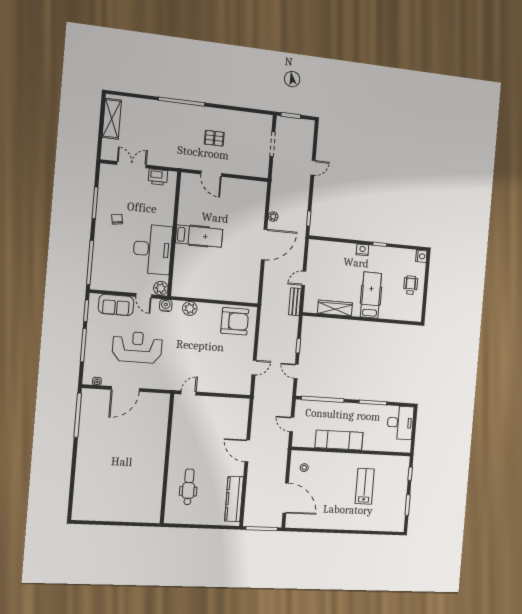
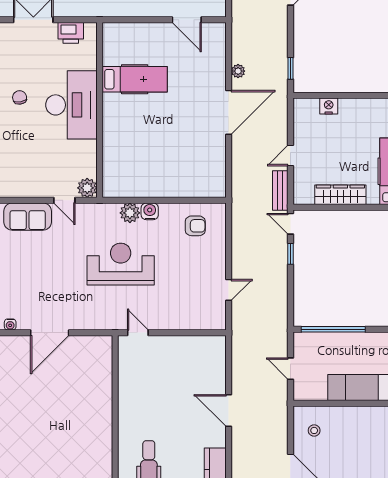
door: (211, 174) -> (187, 20), moved
hospital bed: (199, 236) -> (135, 79), moved
desk: (153, 249) -> (71, 105), moved
nightstand: (362, 250) -> (329, 106), moved
water cooler: (166, 305) -> (150, 211), moved
armchair: (235, 321) -> (195, 226), width x0.53, depth x0.53
reception desk: (137, 347) -> (121, 264), moved
door: (296, 371) -> (290, 224), moved
door: (189, 393) -> (138, 333), hinge flipped

